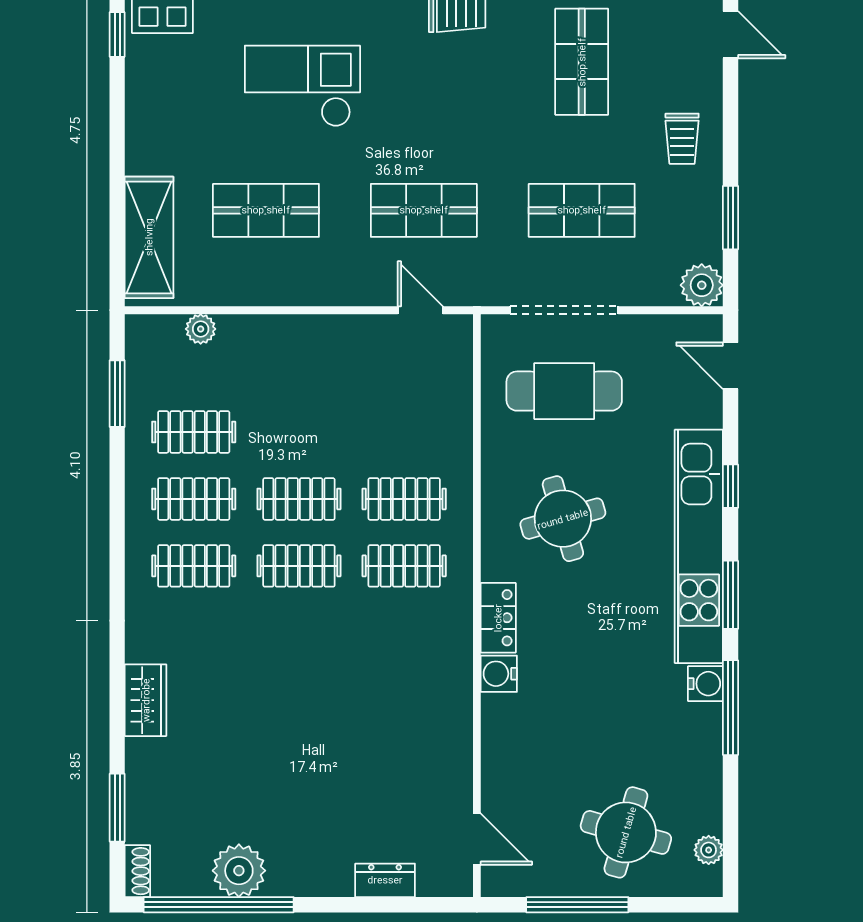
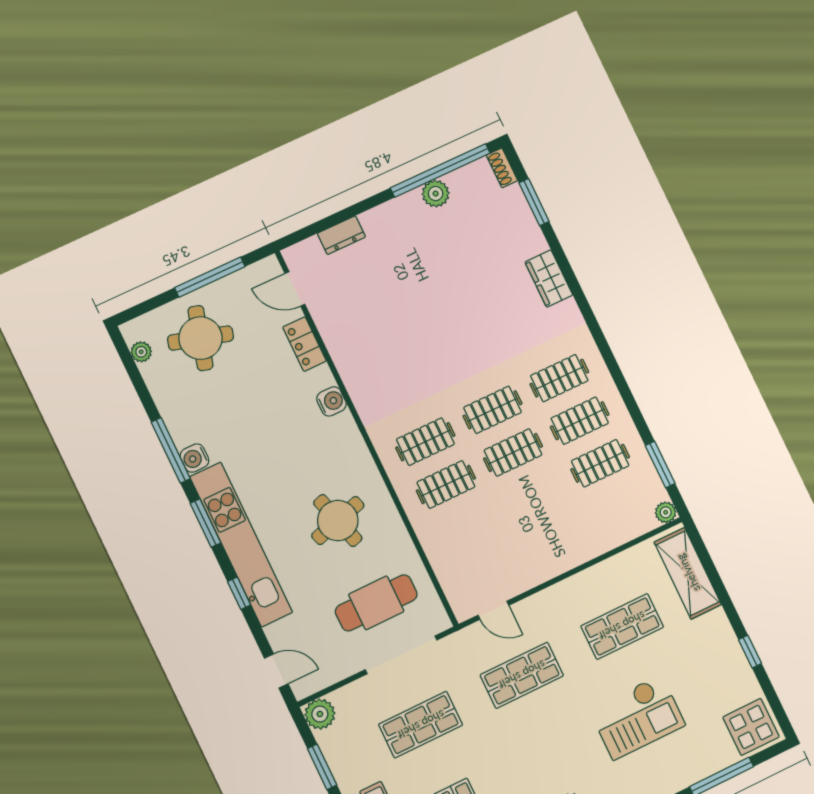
window: (117, 35) -> (750, 652), moved
plant: (201, 329) -> (666, 512), moved
locker: (498, 618) -> (304, 344), moved
plant: (239, 871) -> (436, 194), width x0.73, depth x0.73

